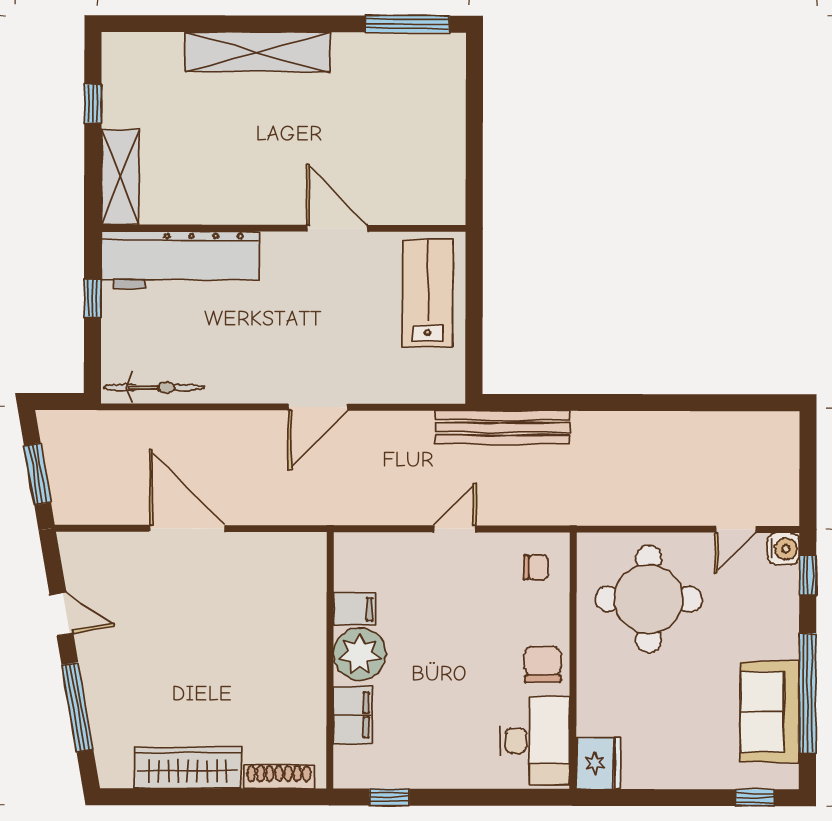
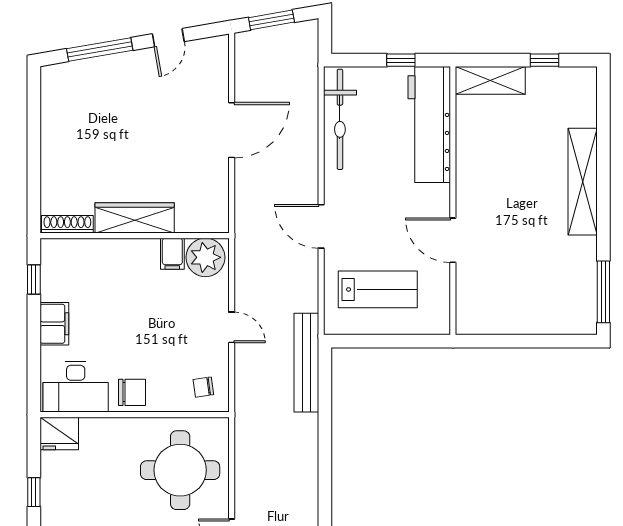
door: (337, 228) -> (453, 240), swing flipped
lab bench: (428, 293) -> (378, 289), moved
bicycle: (154, 388) -> (340, 119), width x1.37, depth x1.40
chair: (536, 567) -> (203, 387), turned 82
plant: (360, 654) -> (205, 257), moved
filing cabinet: (353, 715) -> (54, 324), moved, turned -90
wardrobe: (188, 768) -> (135, 218), moved, turned -90
shoe rack: (279, 777) -> (67, 224), moved, turned -90
window: (678, 798) -> (34, 492), added

